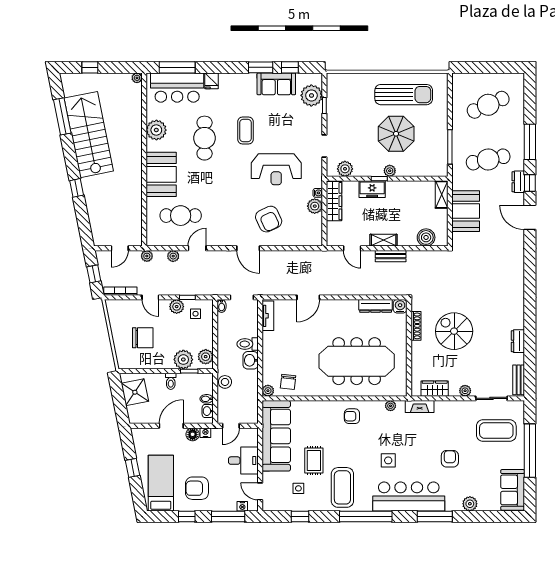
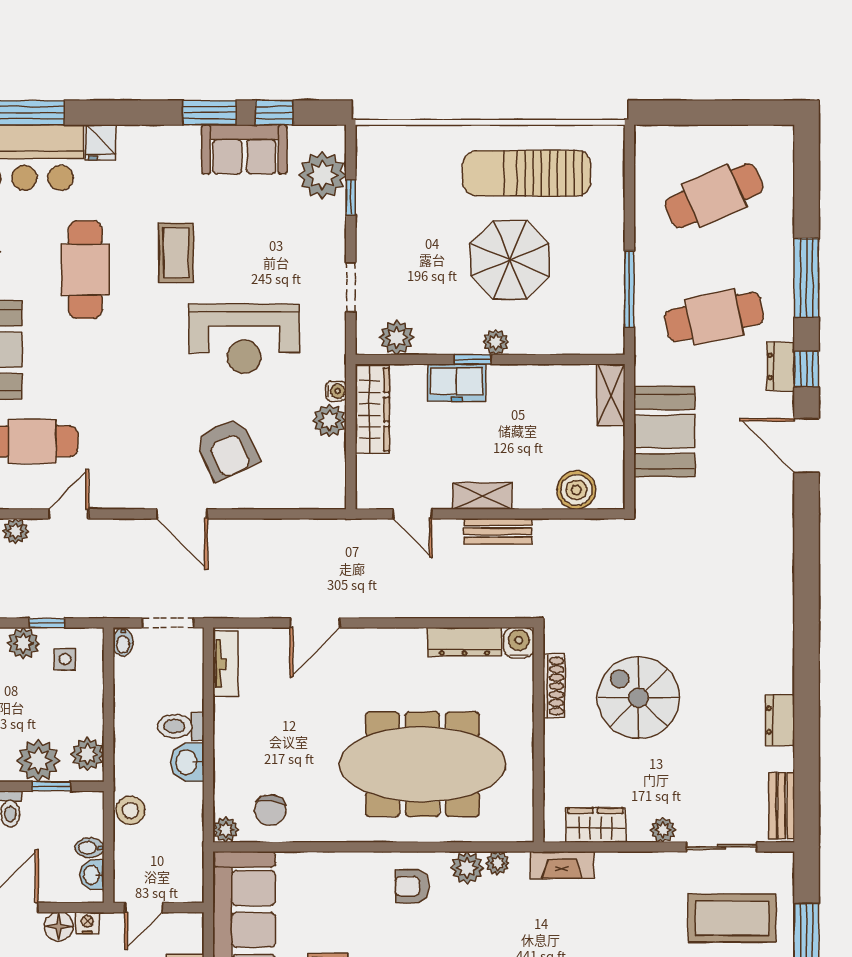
sun lounger: (404, 95) -> (527, 173), turned 180
plant: (377, 408) -> (467, 868), added

